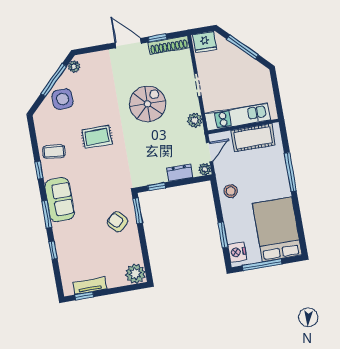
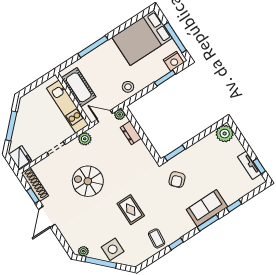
window: (157, 187) -> (149, 146), removed
sofa: (60, 200) -> (207, 208), moved
armchair: (117, 222) -> (177, 180), moved

